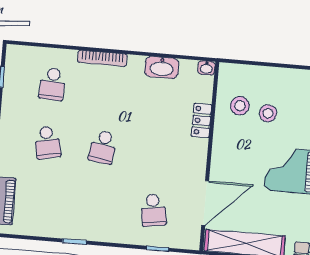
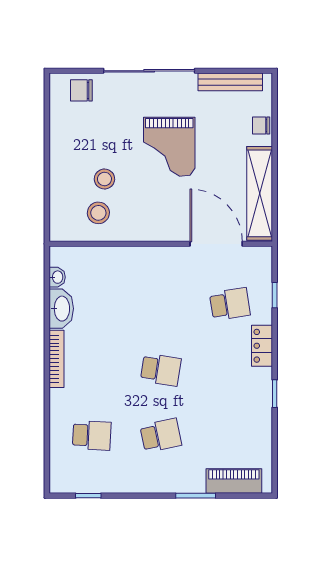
bookcase: (102, 58) -> (56, 359), moved
washbasin: (206, 68) -> (57, 277), moved
locker: (201, 120) -> (262, 346), moved, turned 90

